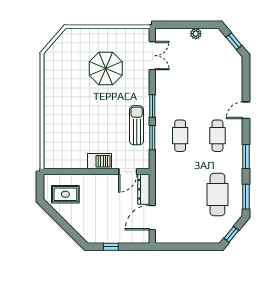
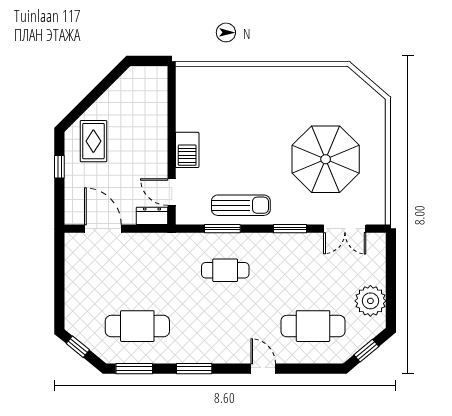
plant: (196, 34) -> (370, 301), width x1.87, depth x1.87
parasol: (106, 68) -> (326, 159), width x1.36, depth x1.36
window: (152, 106) -> (290, 229), moved
cafe table: (217, 136) -> (313, 326), moved, width x1.37, depth x1.35
dresser: (144, 189) -> (152, 216), width x0.70
rug: (65, 194) -> (93, 141), moved

